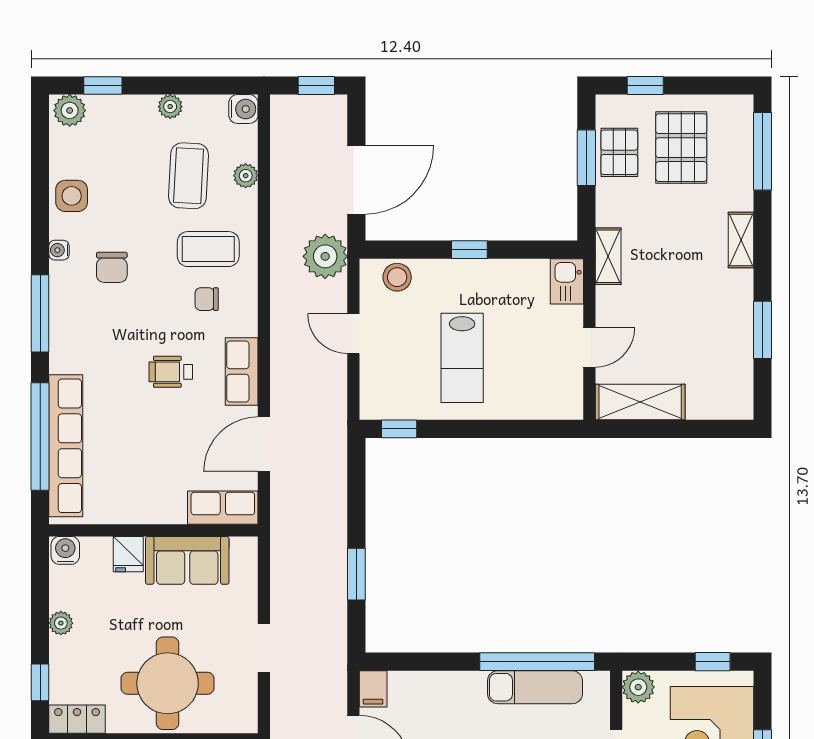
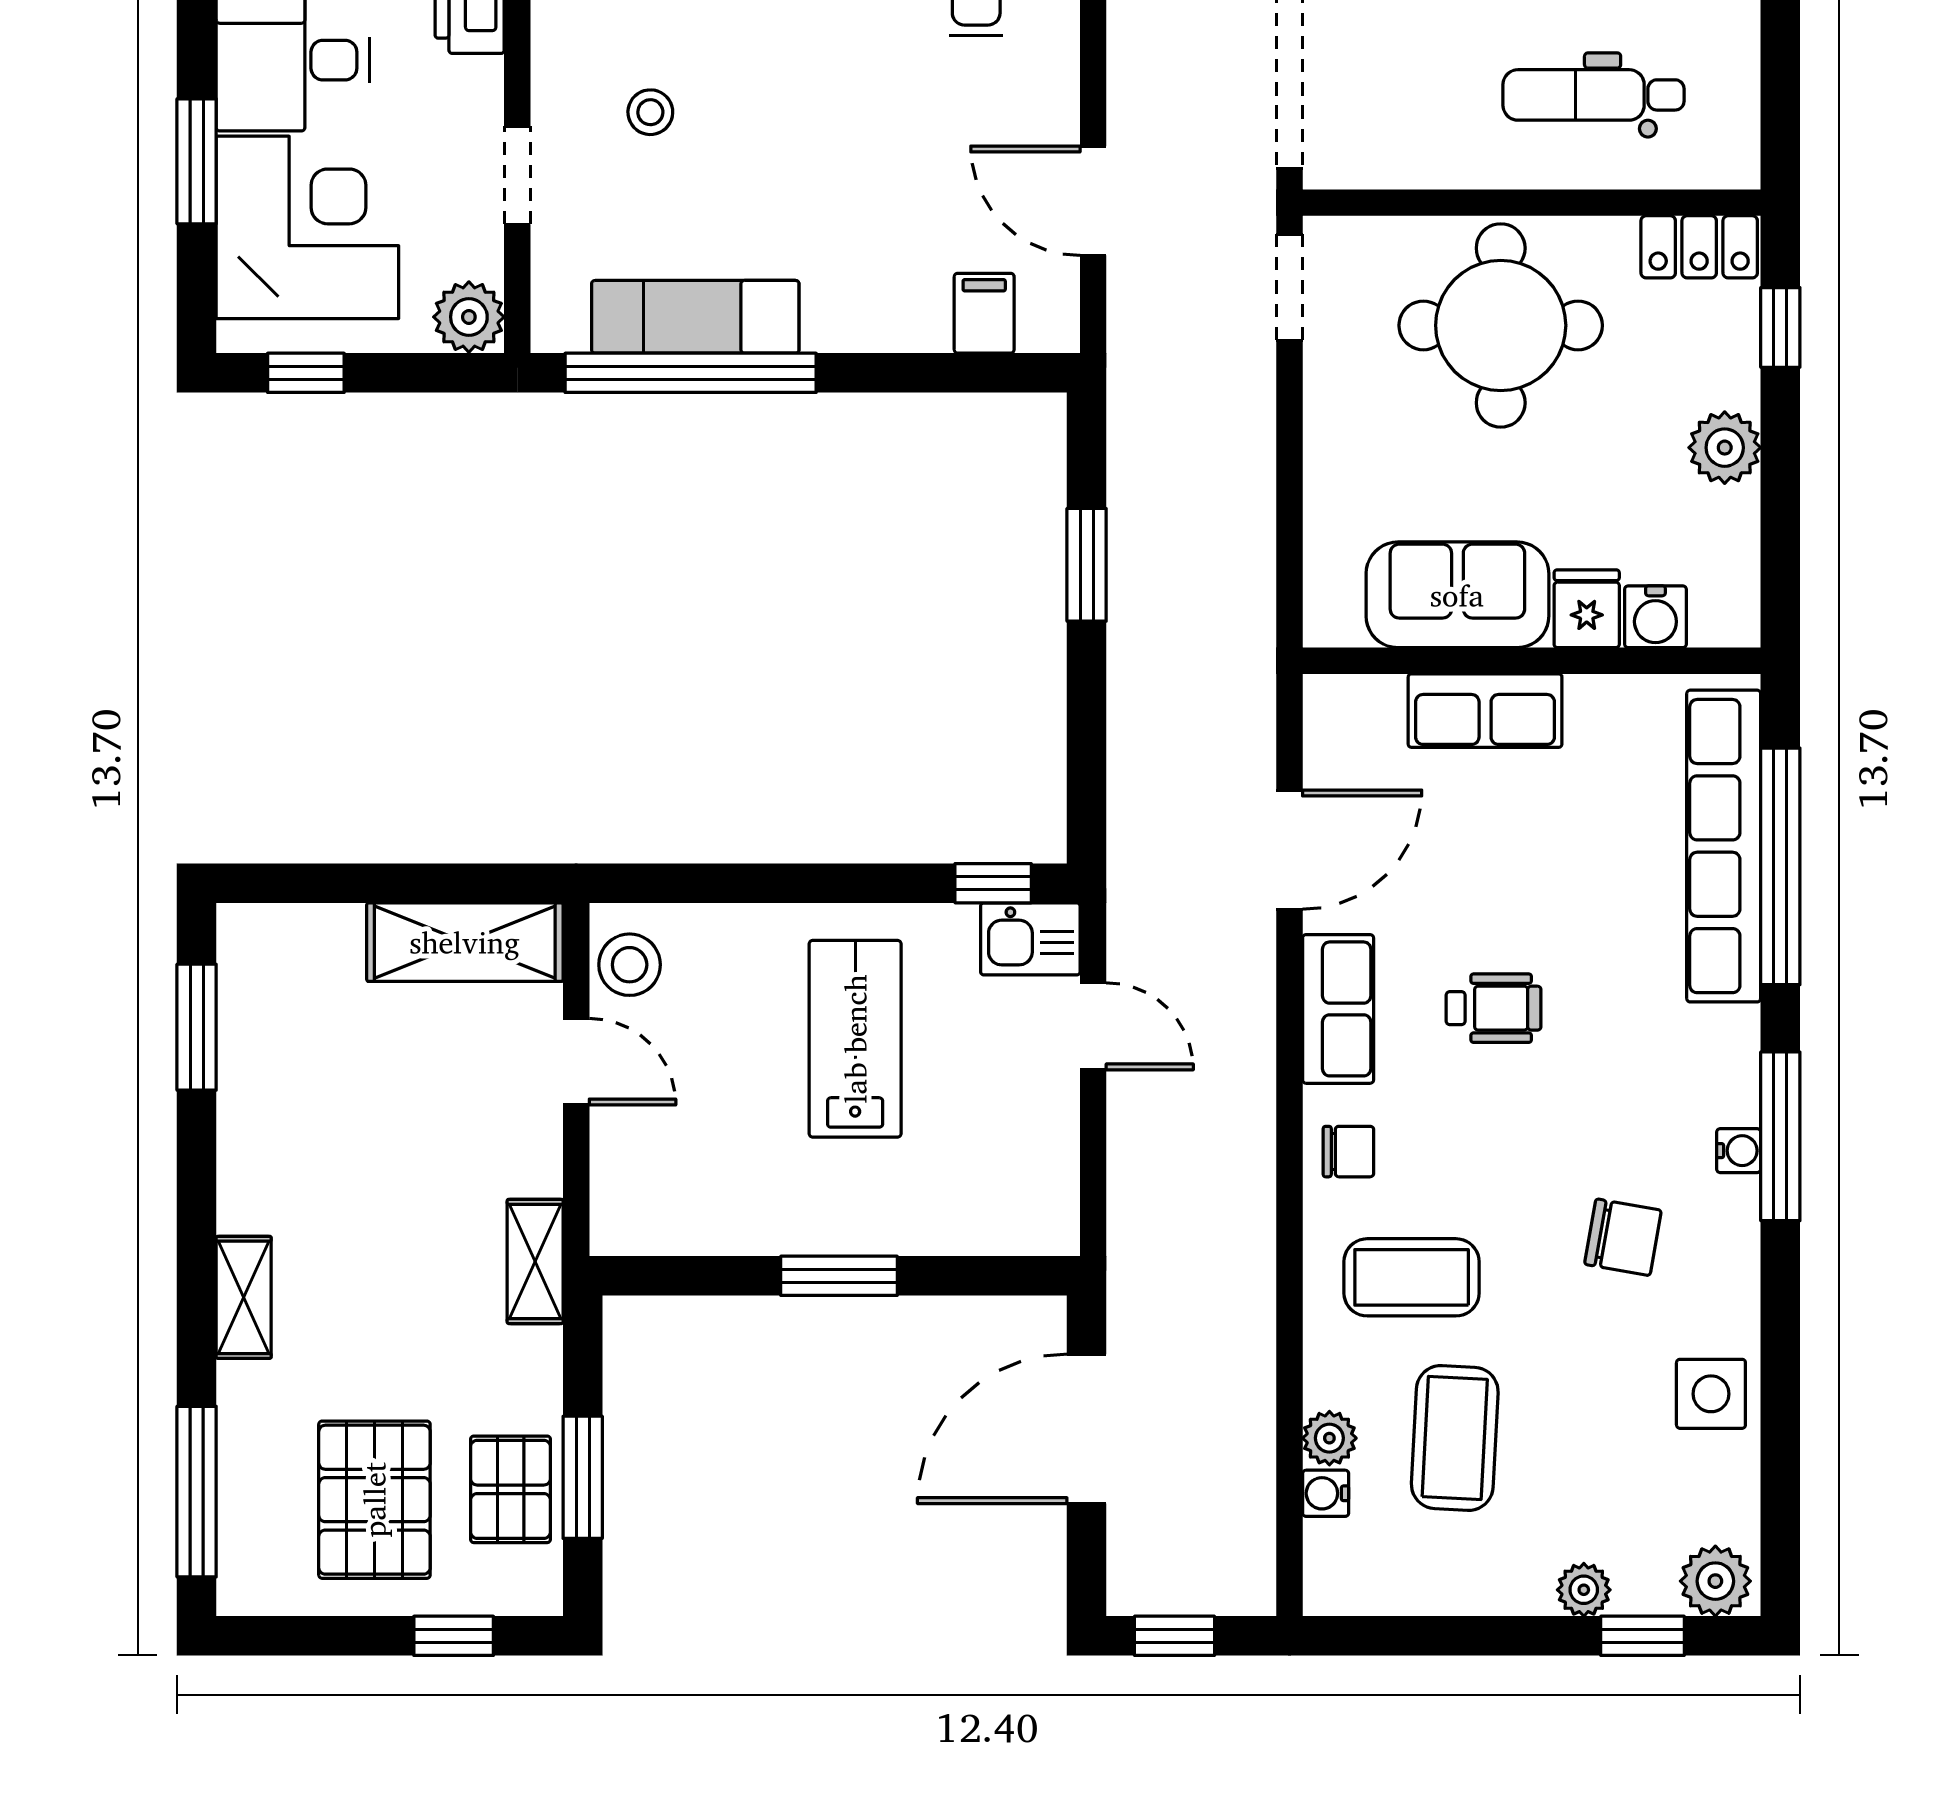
plant: (170, 107) -> (1584, 1590), moved
water cooler: (243, 109) -> (1326, 1493), moved, width x0.72, depth x0.72
water cooler: (59, 250) -> (1739, 1151), moved
window: (469, 250) -> (839, 1276), width x1.50
plant: (325, 256) -> (1155, 1261), removed
chair: (112, 267) -> (1623, 1237), turned 100
stool: (397, 277) -> (630, 965), moved
kitchen sink: (567, 281) -> (1030, 939), moved, turned 90
chair: (207, 299) -> (1348, 1152), moved
window: (762, 330) -> (197, 1027), moved
door: (353, 334) -> (1093, 1026), moved
door: (589, 347) -> (576, 1062), swing flipped
row of seats: (223, 508) -> (1485, 711), moved
water cooler: (65, 550) -> (1655, 617), moved
plant: (61, 623) -> (1725, 448), width x1.38, depth x1.38
doorway: (264, 648) -> (1289, 287), moved
filing cabinet: (373, 689) -> (984, 313), moved

